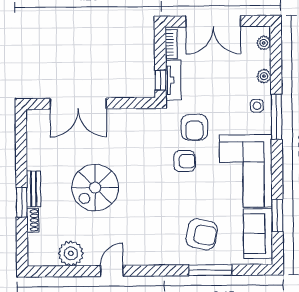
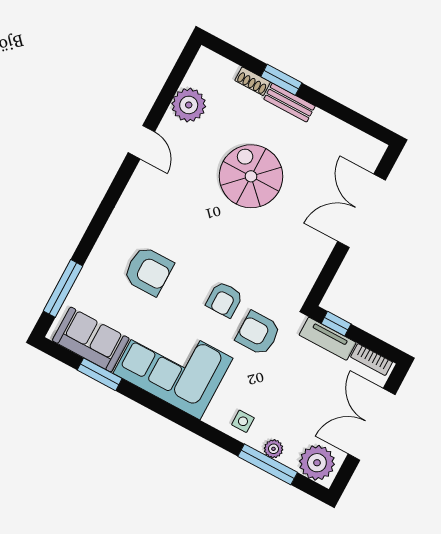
plant: (264, 43) -> (317, 463), width x1.87, depth x1.87
window: (276, 117) -> (268, 464), moved
armchair: (202, 234) -> (148, 271), moved, turned -102
window: (210, 270) -> (63, 288), moved

